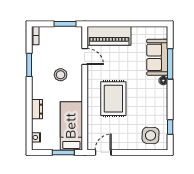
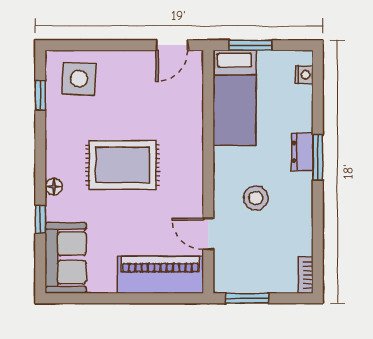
sofa: (157, 57) -> (66, 258), moved
window: (170, 64) -> (40, 220), width x0.46
window: (29, 65) -> (318, 157), moved
rug: (113, 99) -> (122, 165), moved, turned 90
dresser: (37, 109) -> (302, 152), moved

